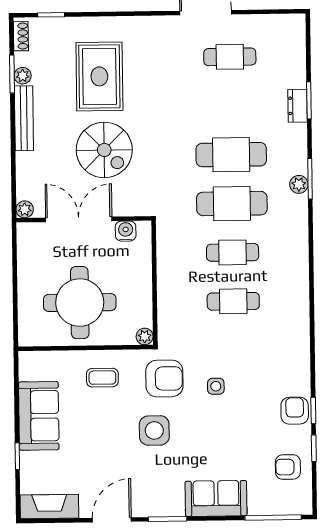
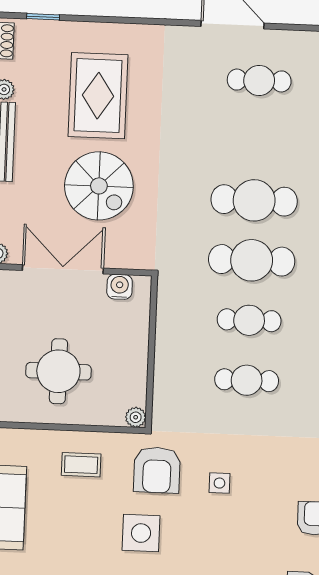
round table: (80, 303) -> (58, 371), width x0.73, depth x0.73
armchair: (164, 378) -> (157, 470), turned 90

